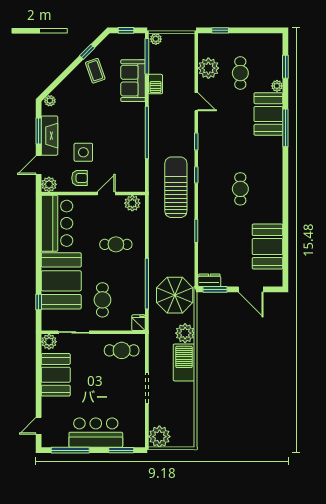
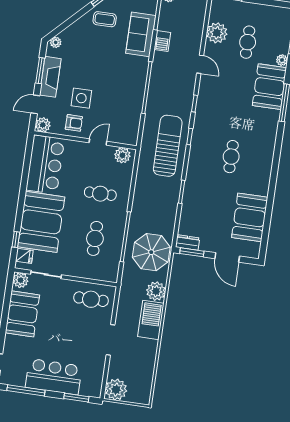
coffee table: (95, 71) -> (105, 19), turned -71
cafe table: (102, 300) -> (95, 238), moved
fridge: (139, 323) -> (24, 256), moved, turned 90

